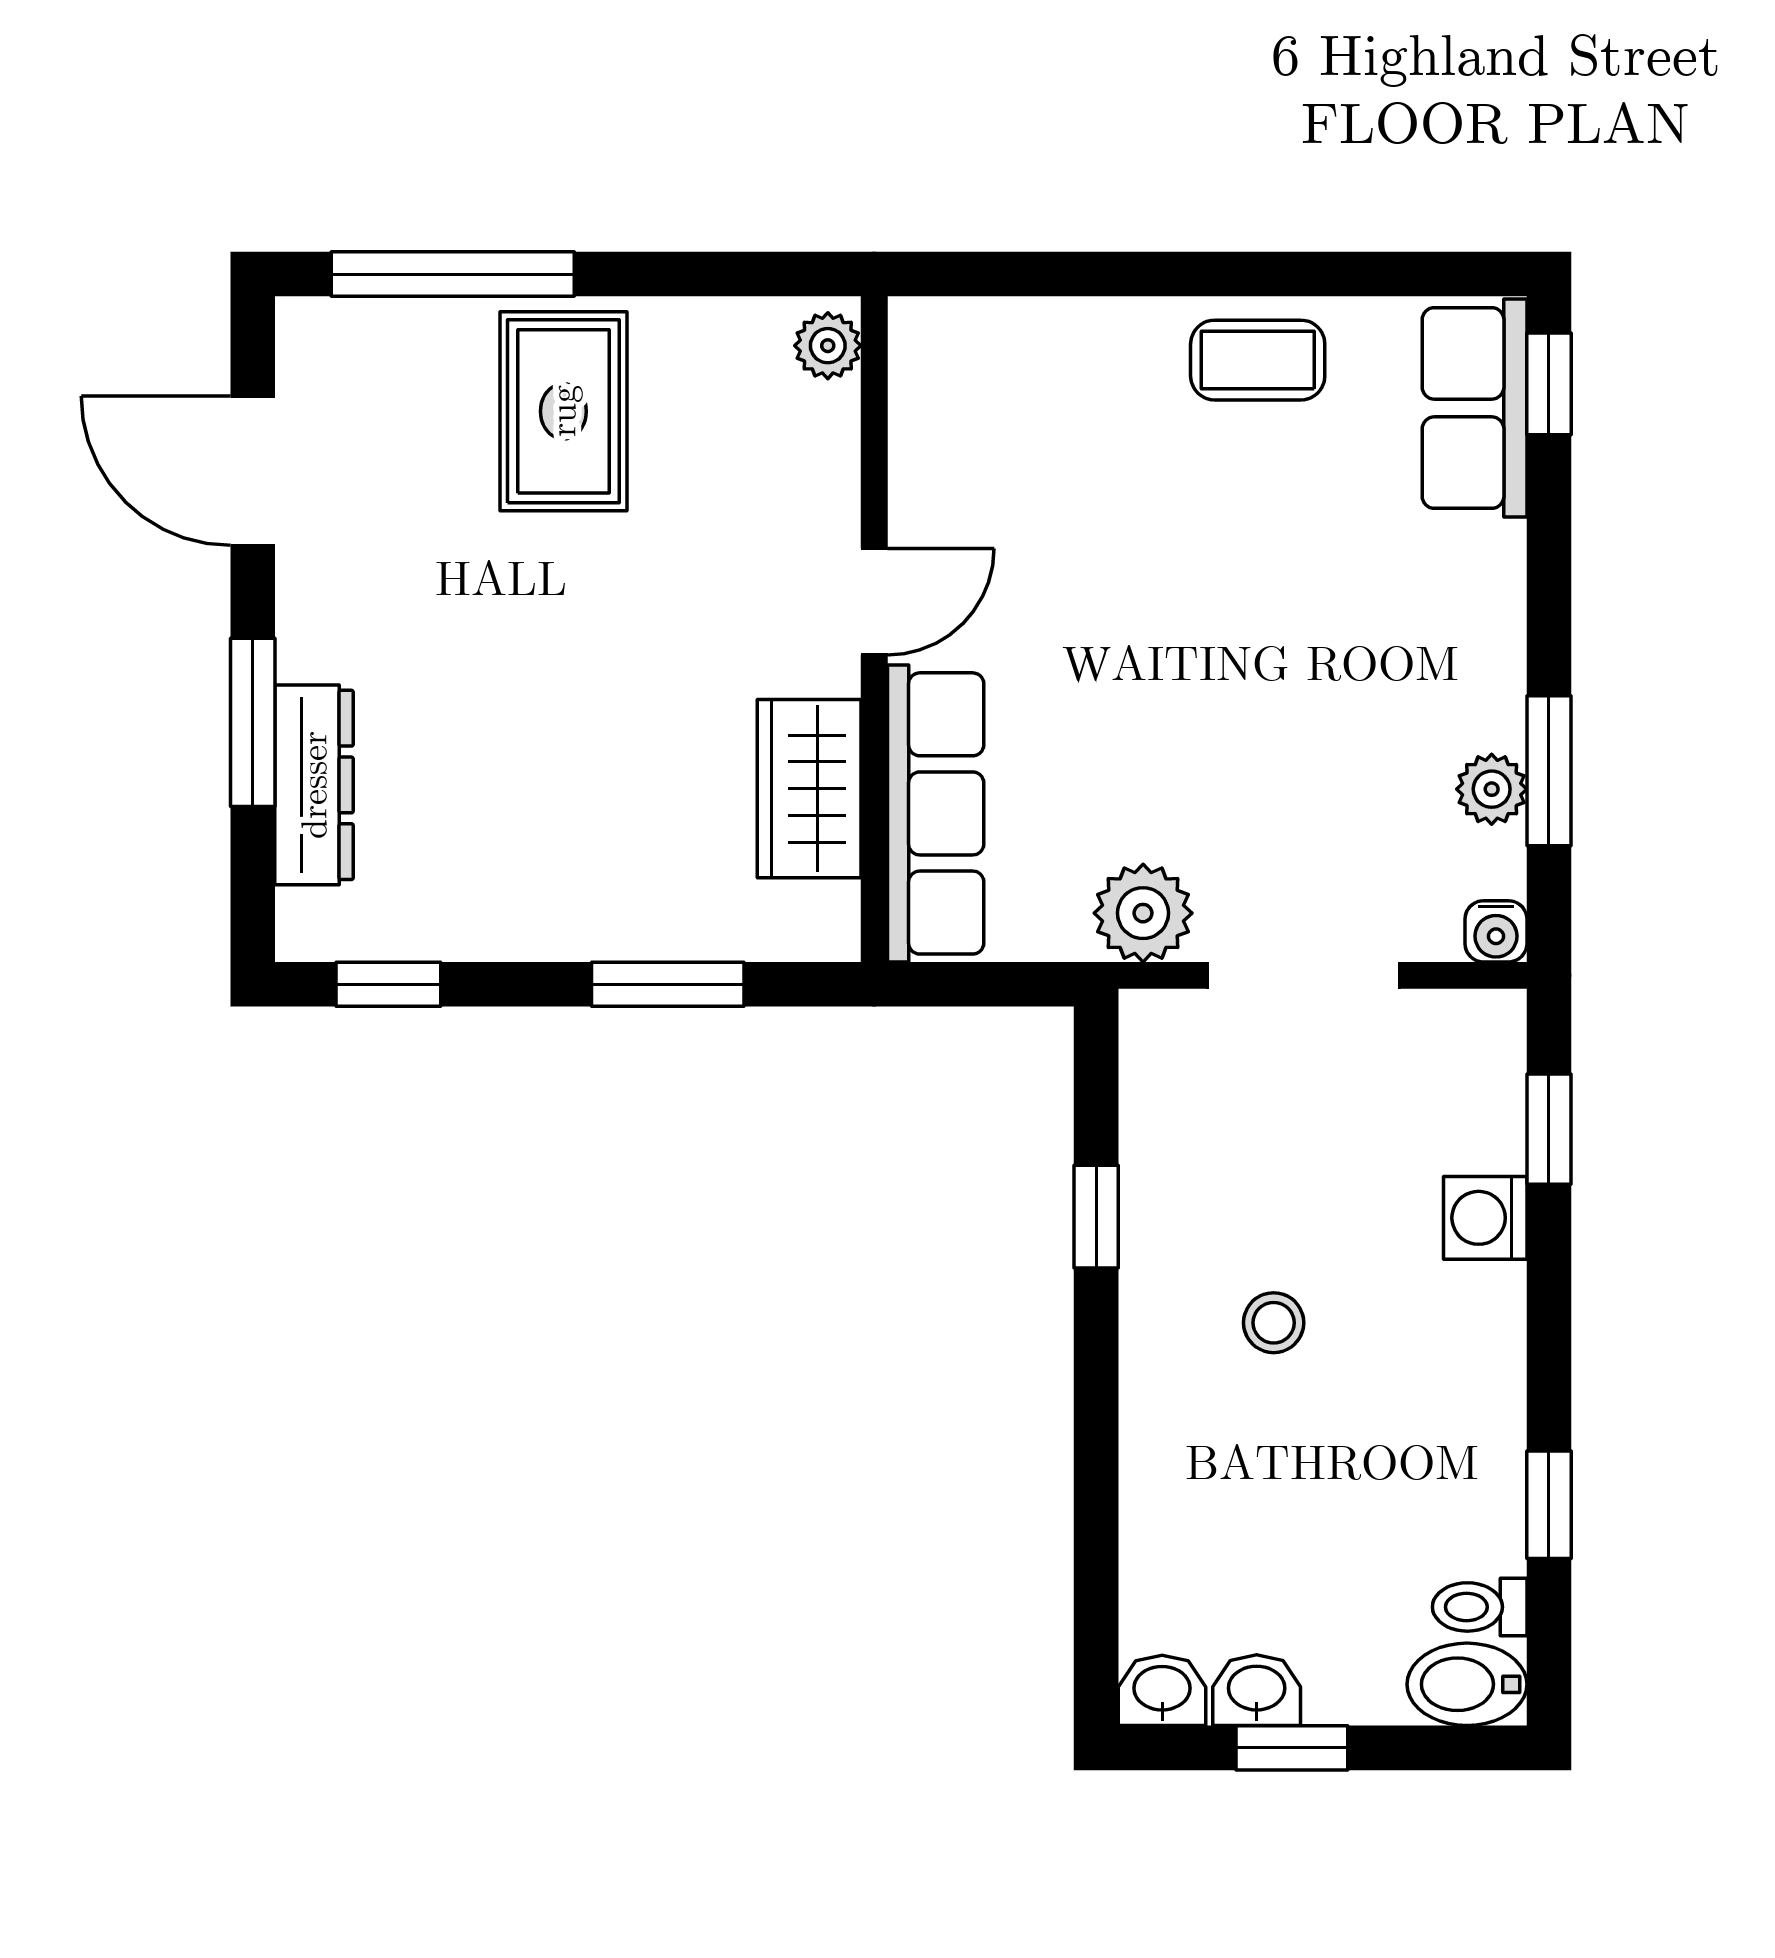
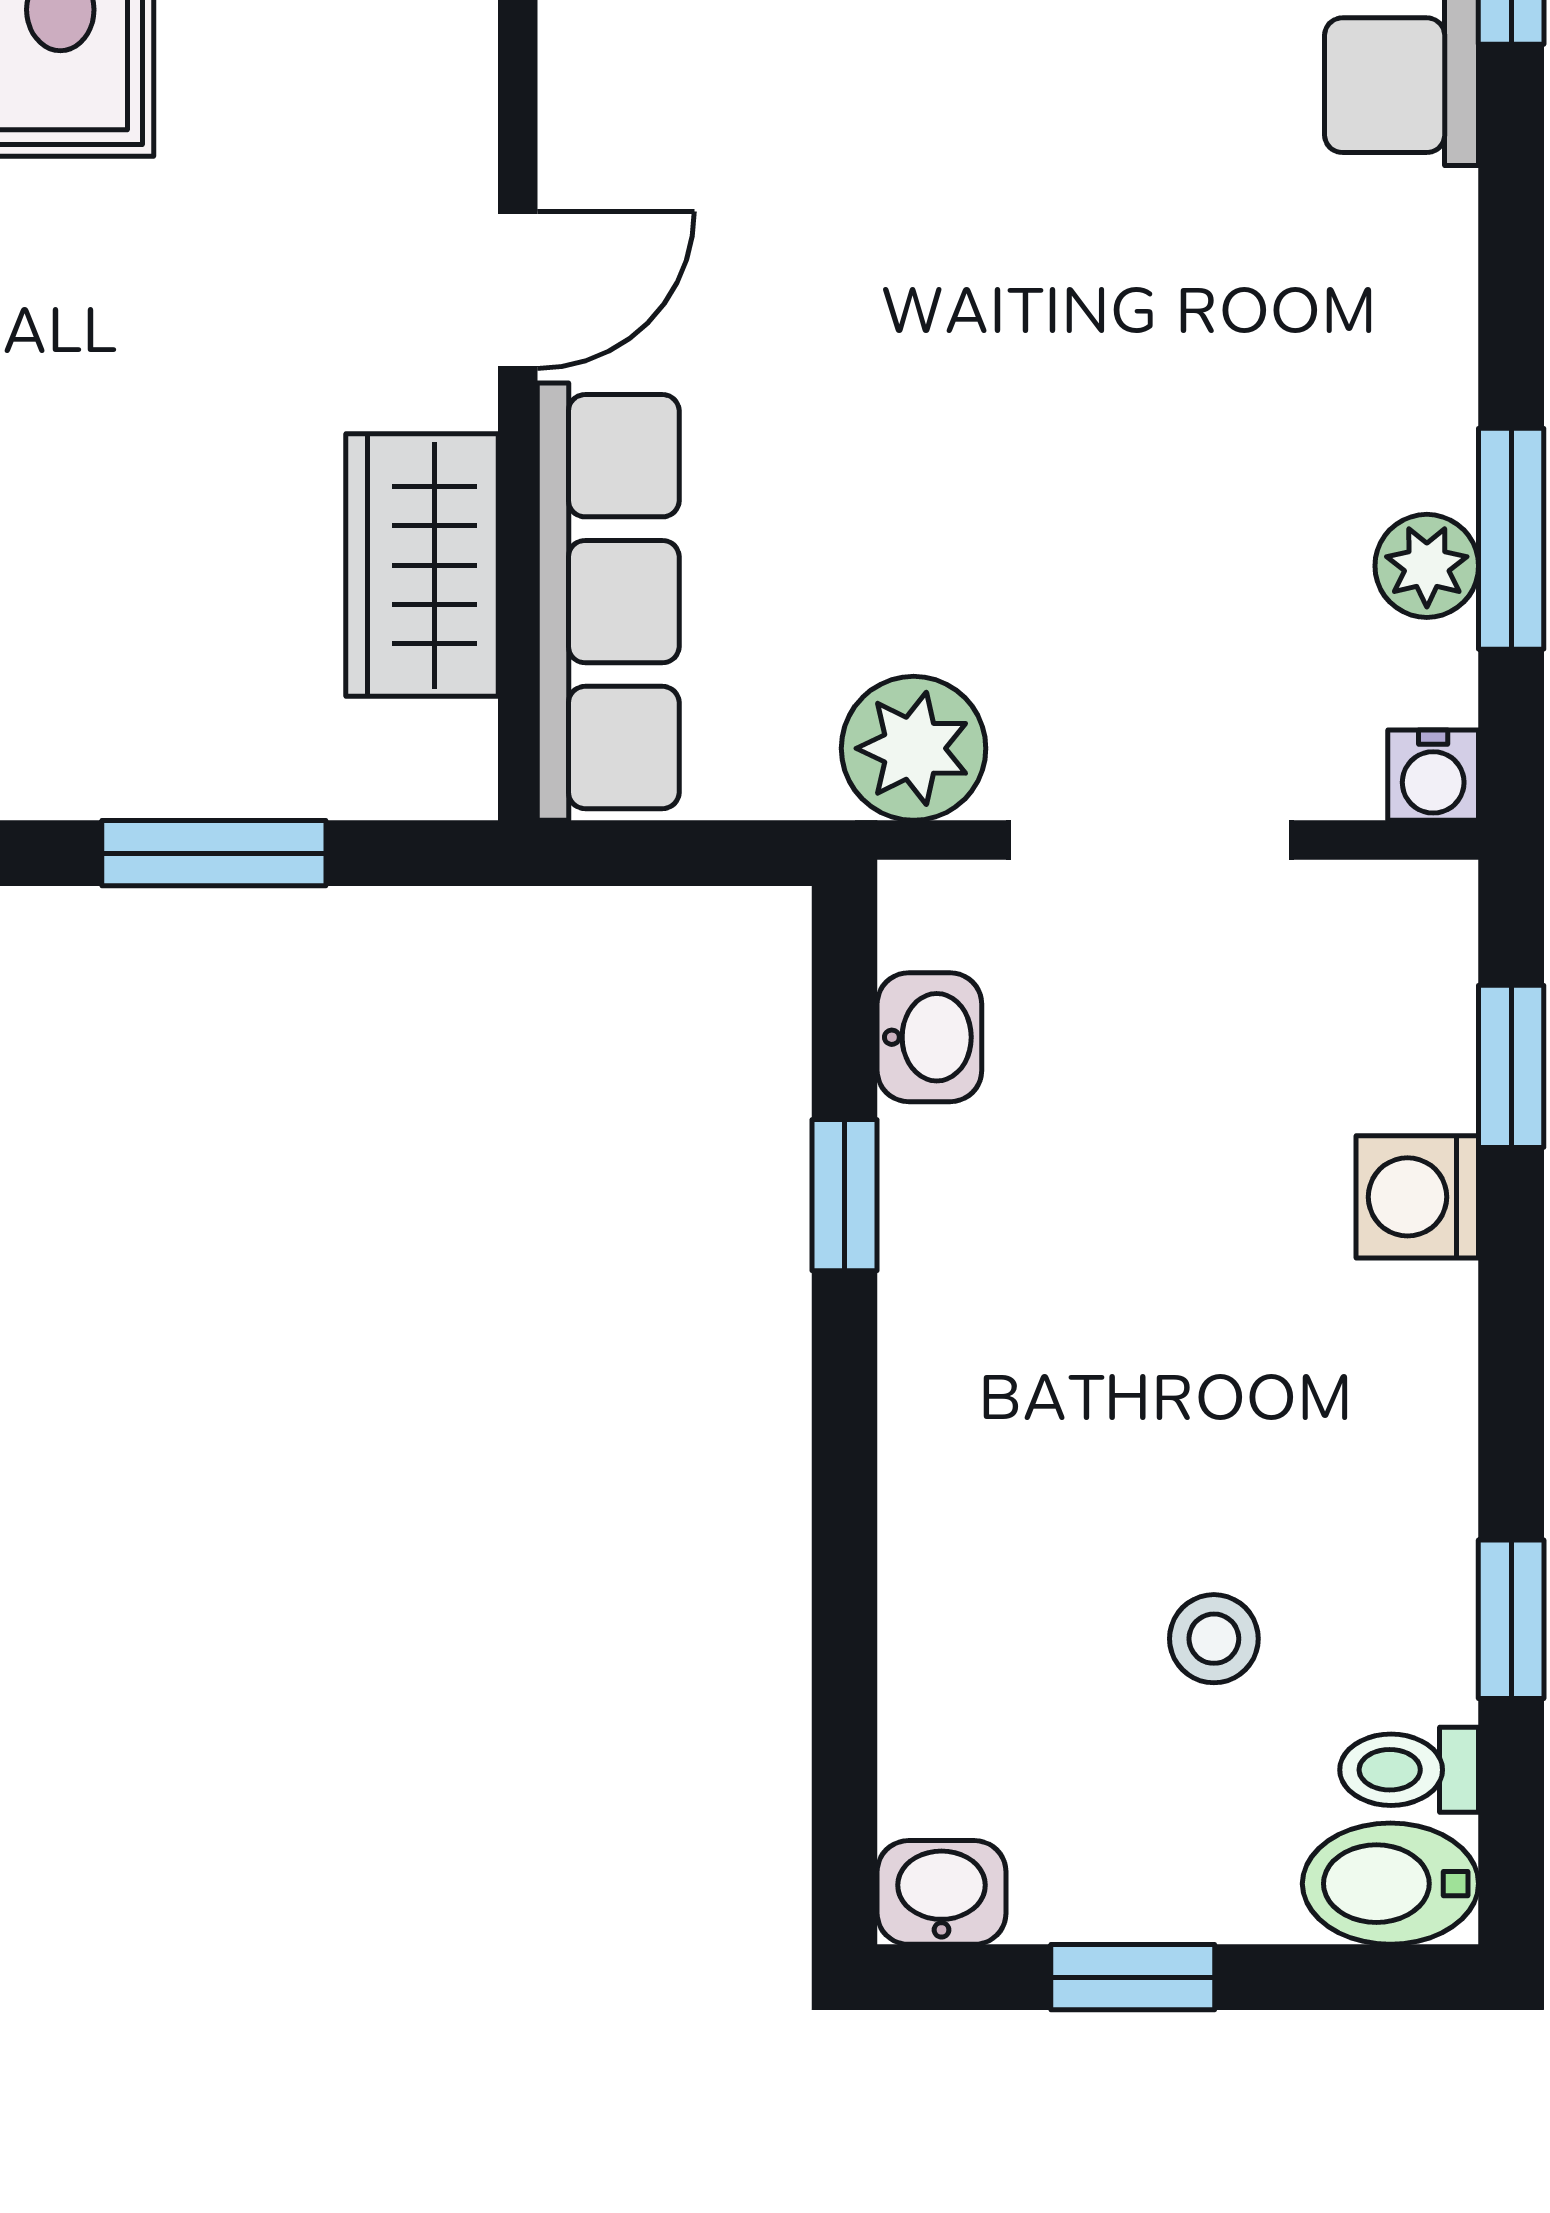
stool: (1274, 1323) -> (1214, 1639), moved
washbasin: (1257, 1690) -> (929, 1037), moved, turned 90

